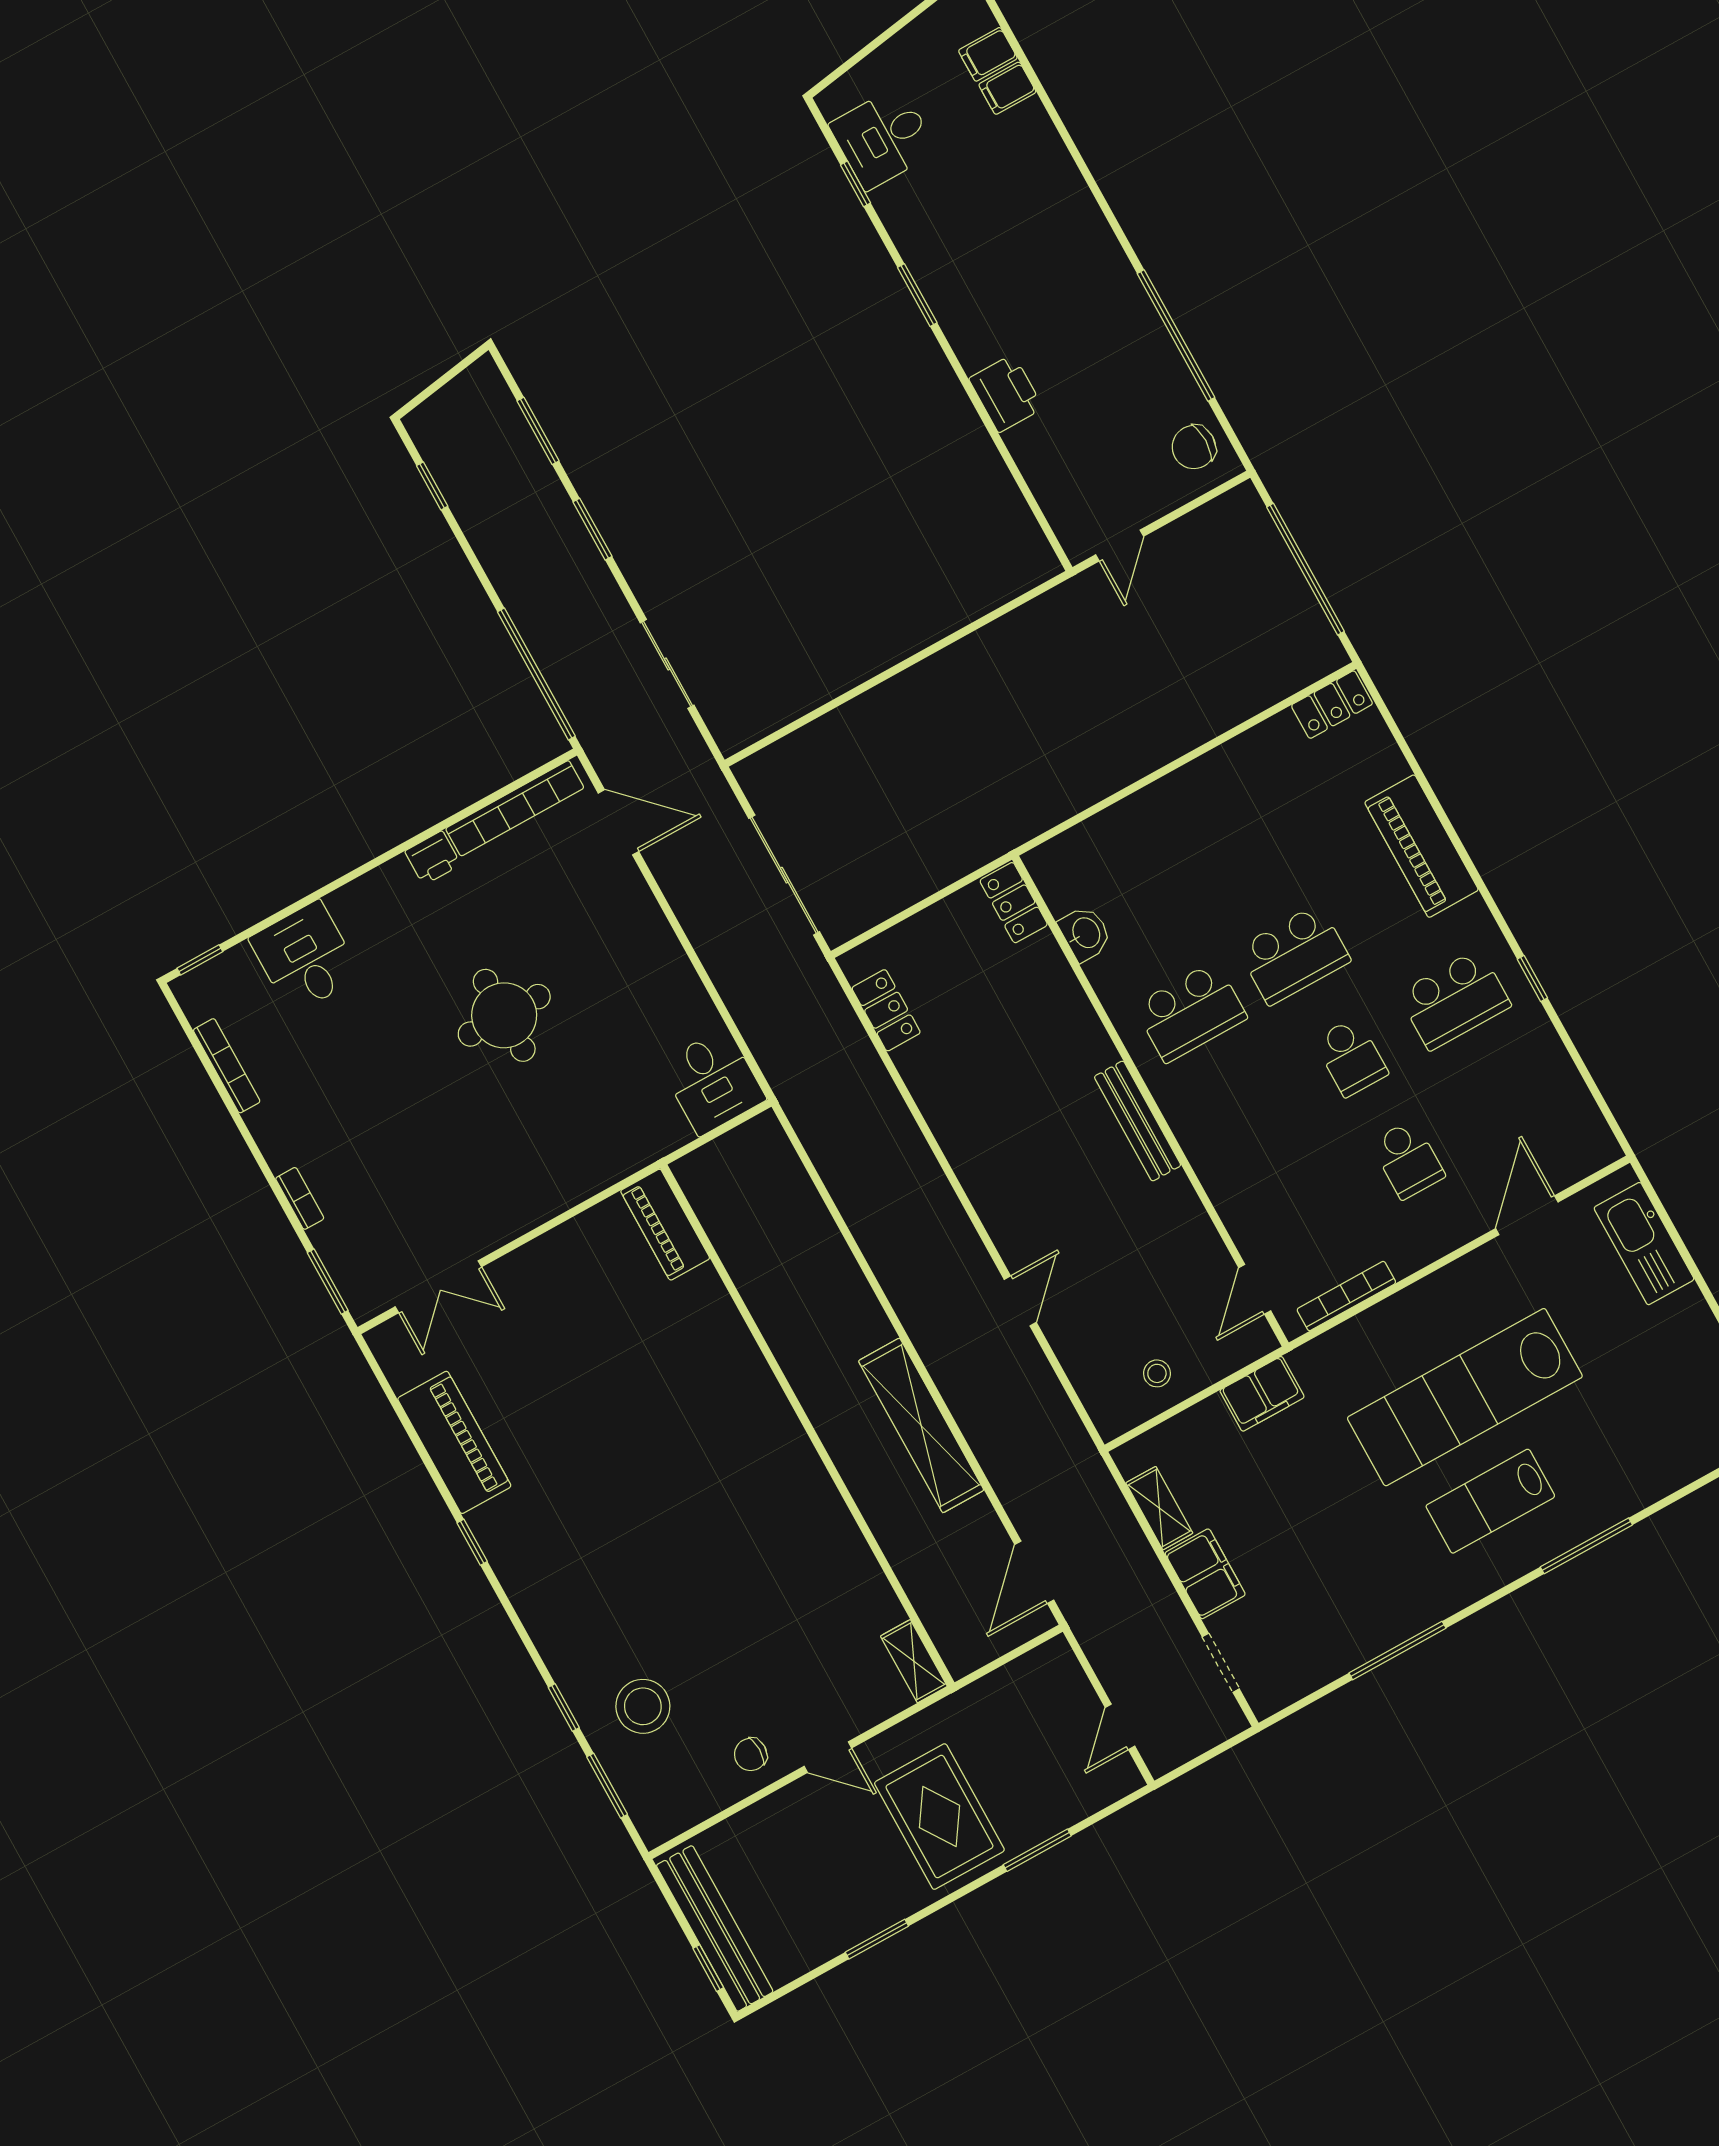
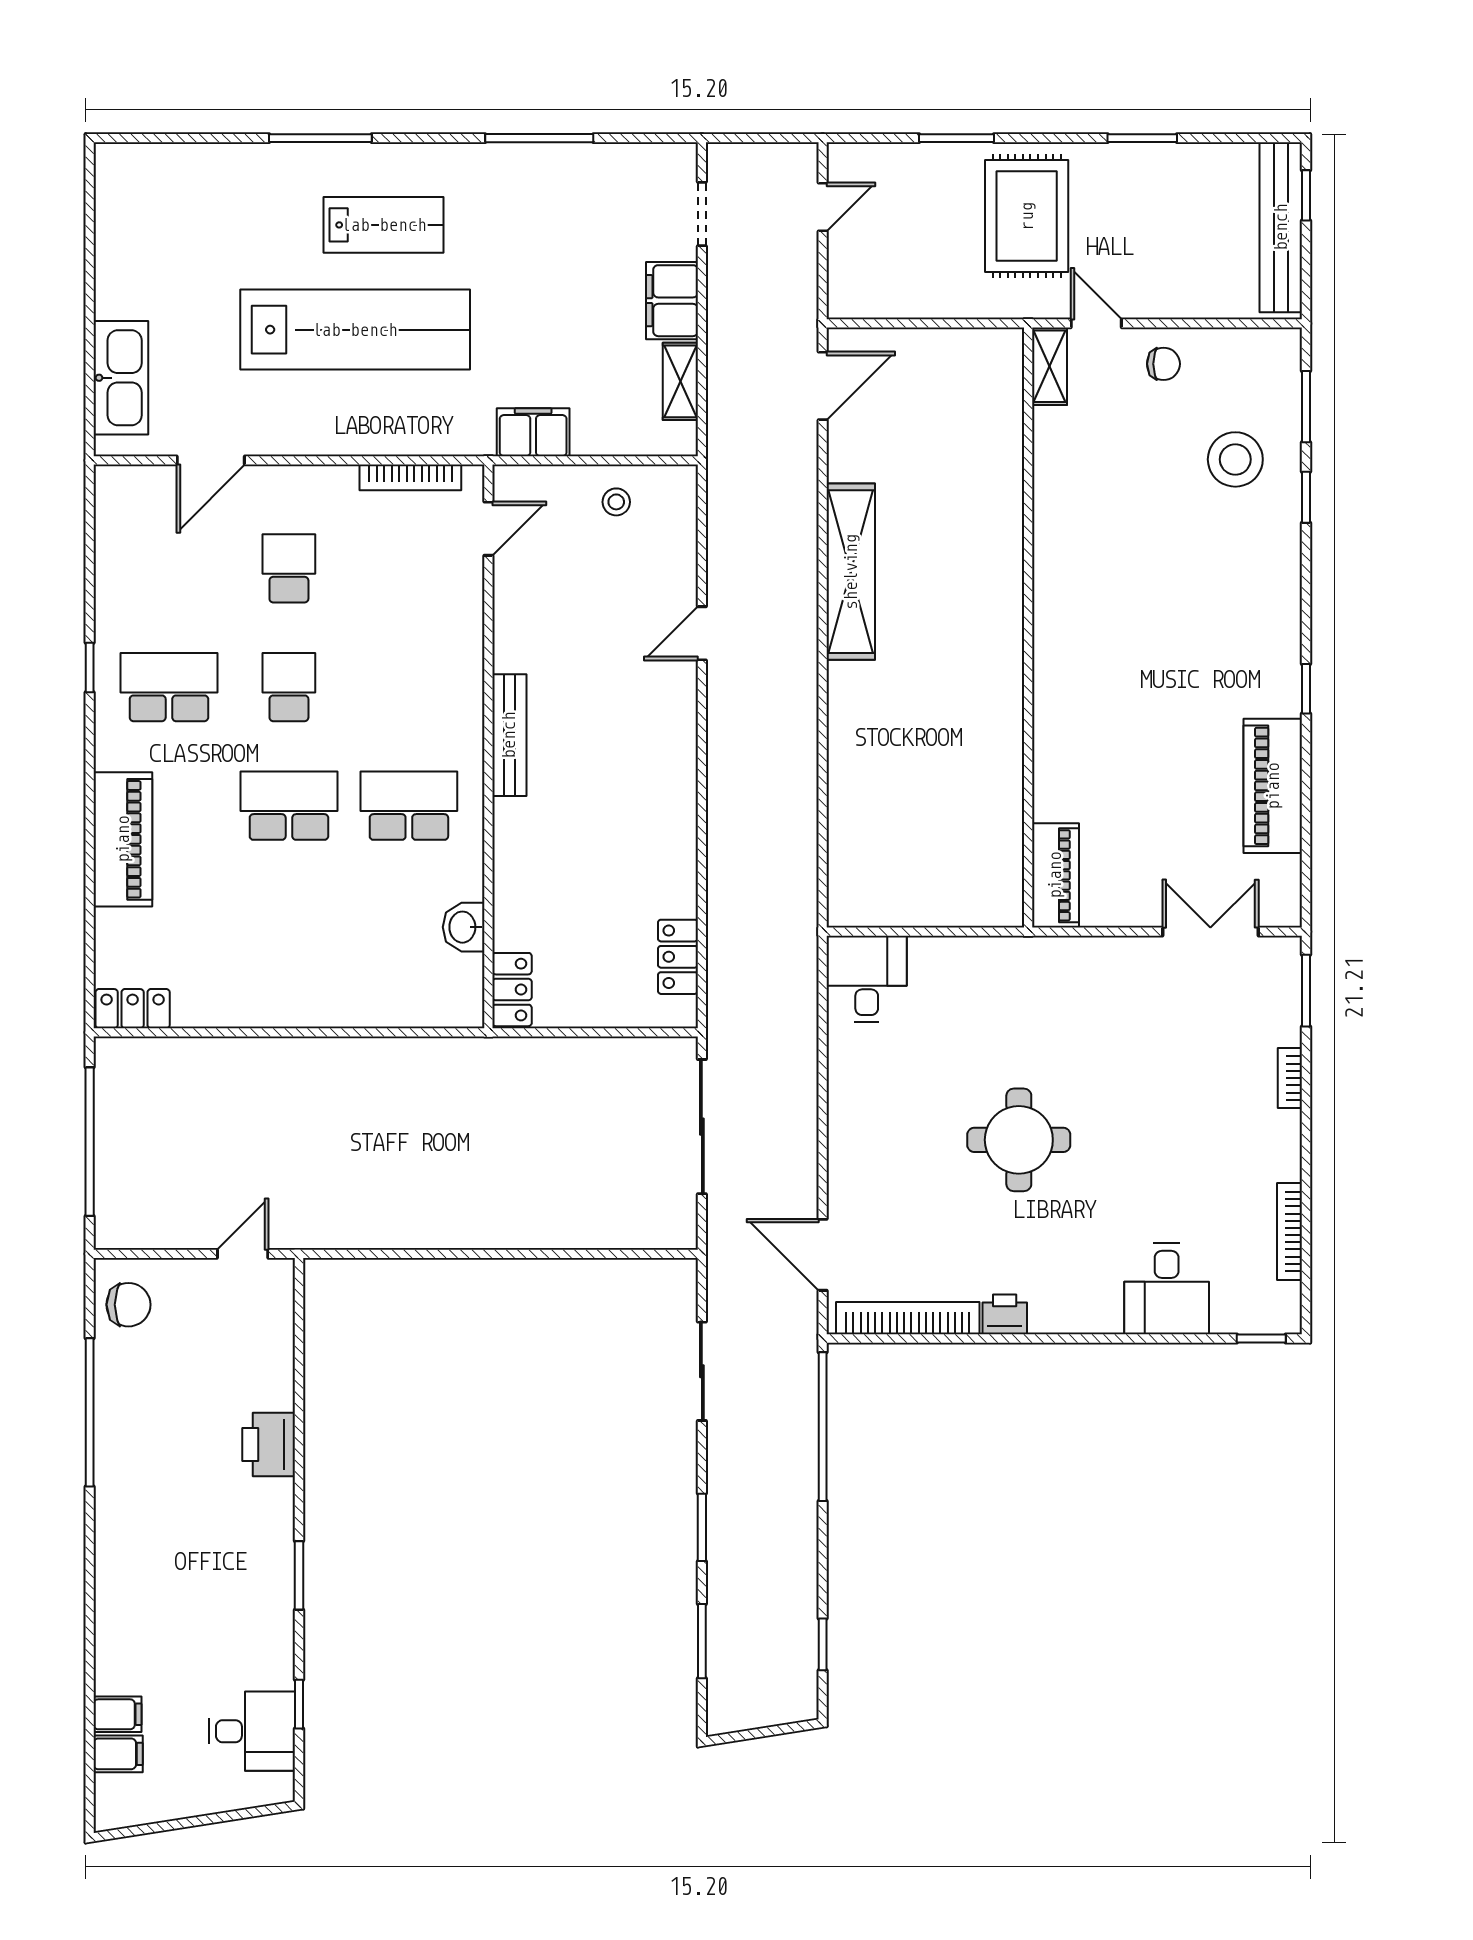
piano: (665, 1225) -> (1055, 875), moved
wall: (807, 1425) -> (1028, 628), moved
shelving: (914, 1661) -> (1050, 366), moved

